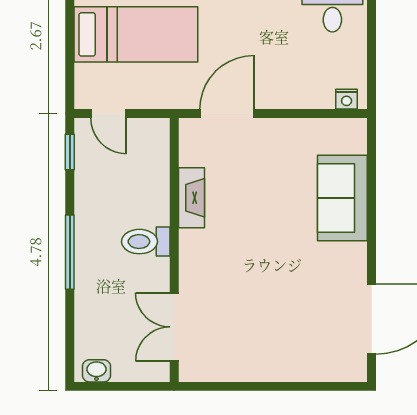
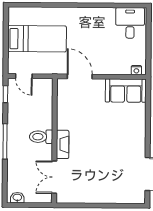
door: (227, 114) -> (80, 76), hinge flipped
fireplace: (191, 198) -> (63, 144), moved
sofa: (342, 198) -> (126, 91), moved, turned -90

